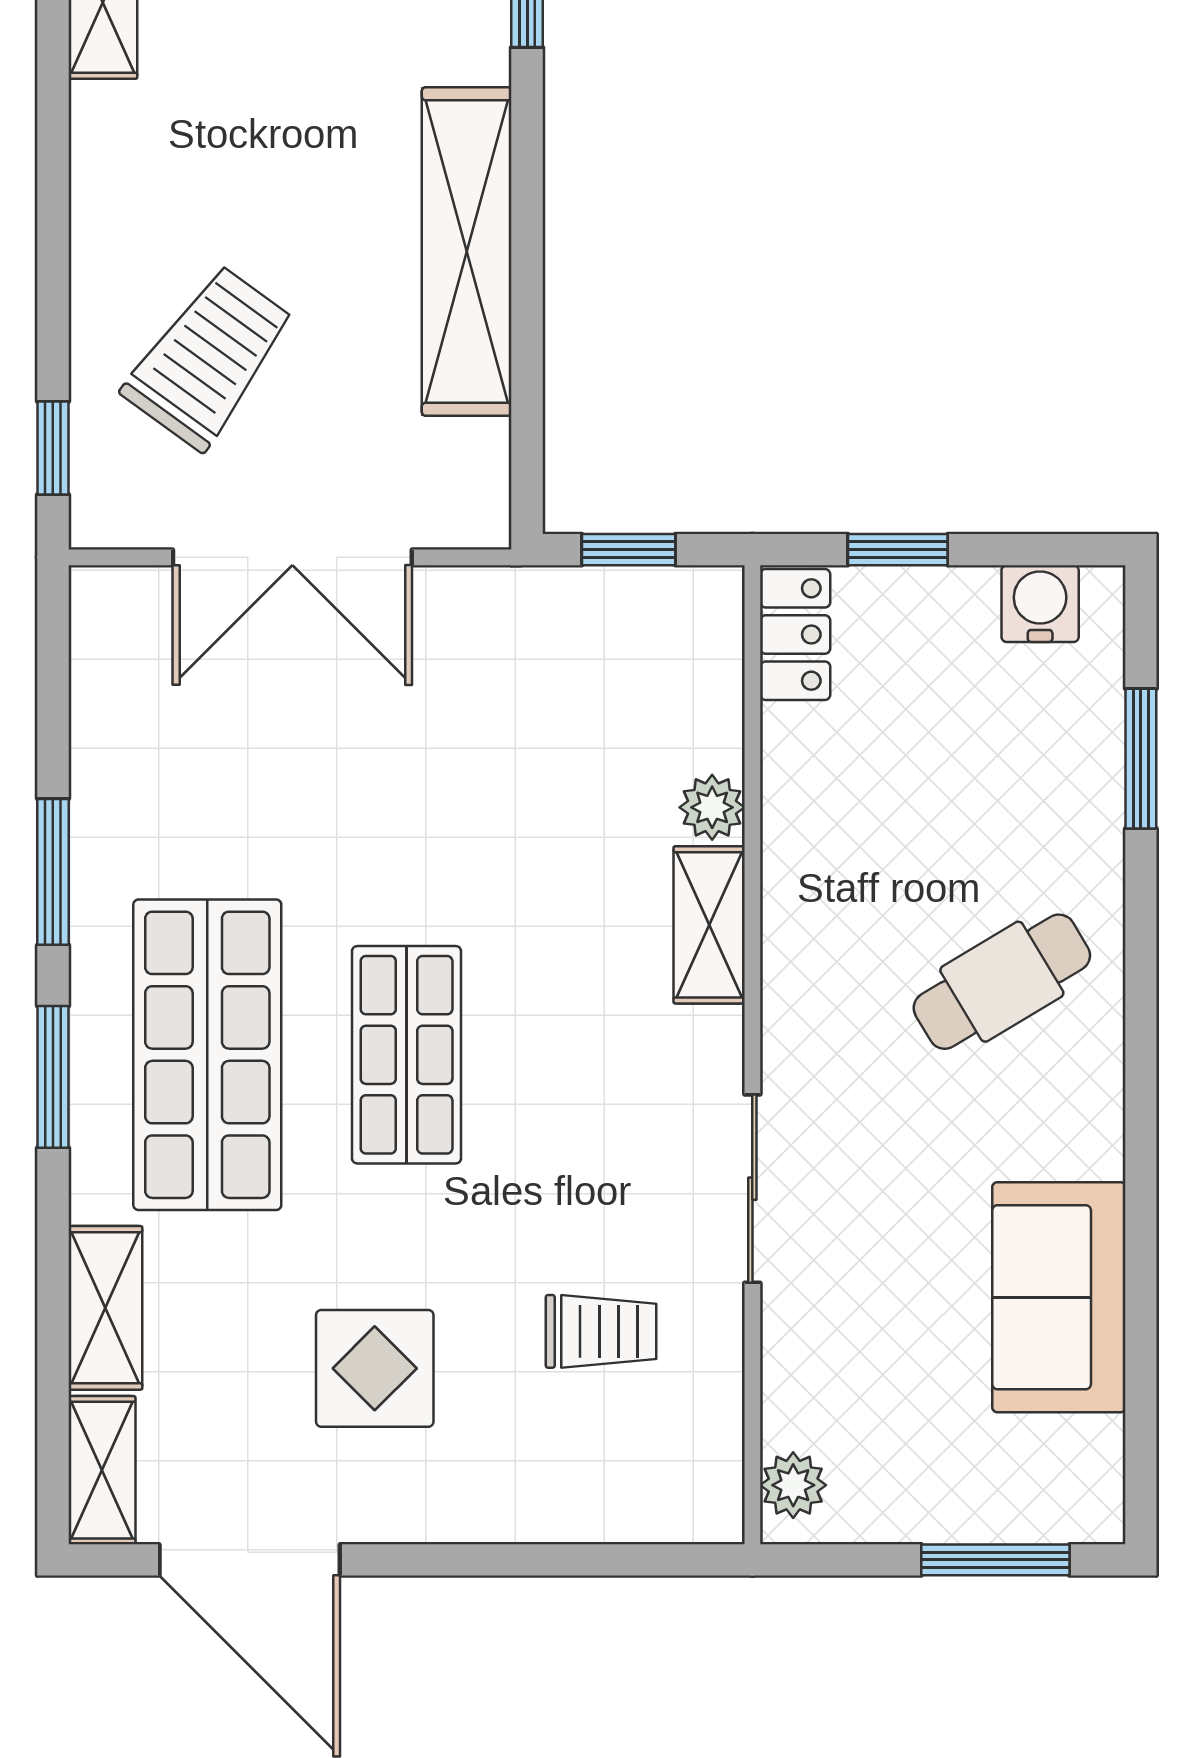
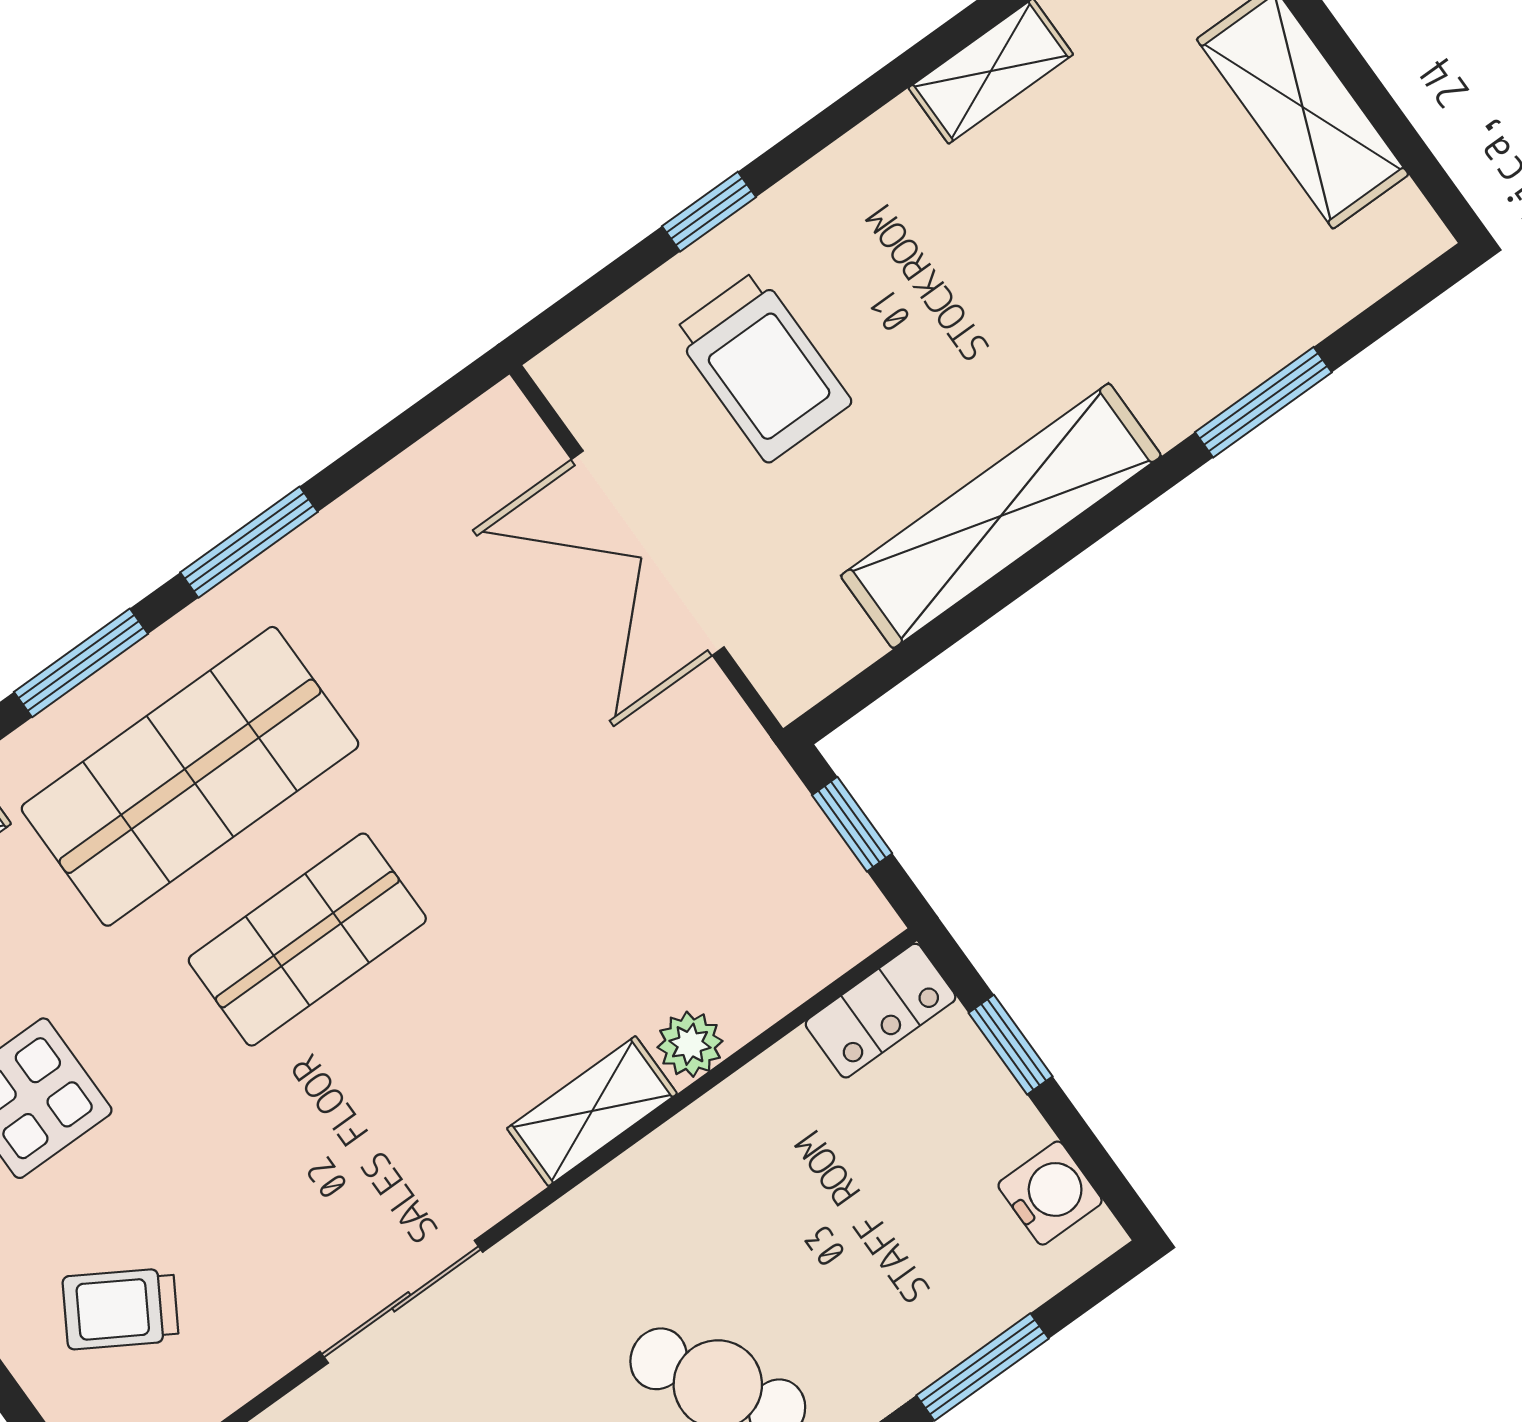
trolley: (209, 357) -> (762, 367), turned 54
window: (53, 448) -> (709, 212), moved
trolley: (601, 1331) -> (121, 1309), moved, turned 121

